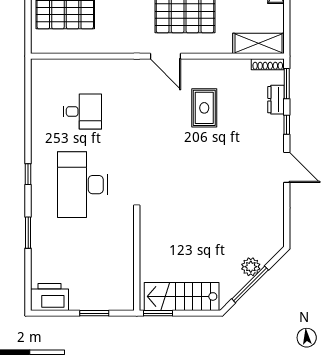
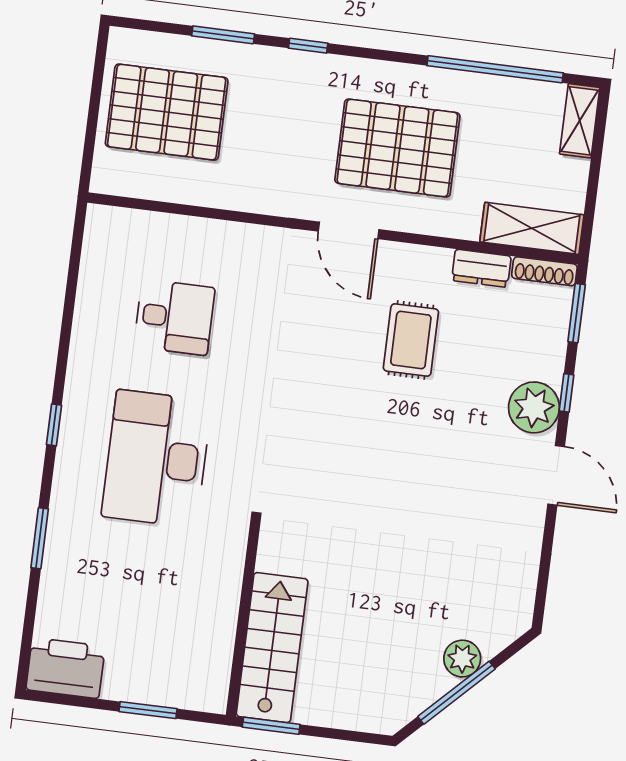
dresser: (276, 100) -> (481, 268), moved, turned -90
plant: (271, 134) -> (534, 407), added
stairs: (182, 296) -> (272, 648), moved, turned 90

